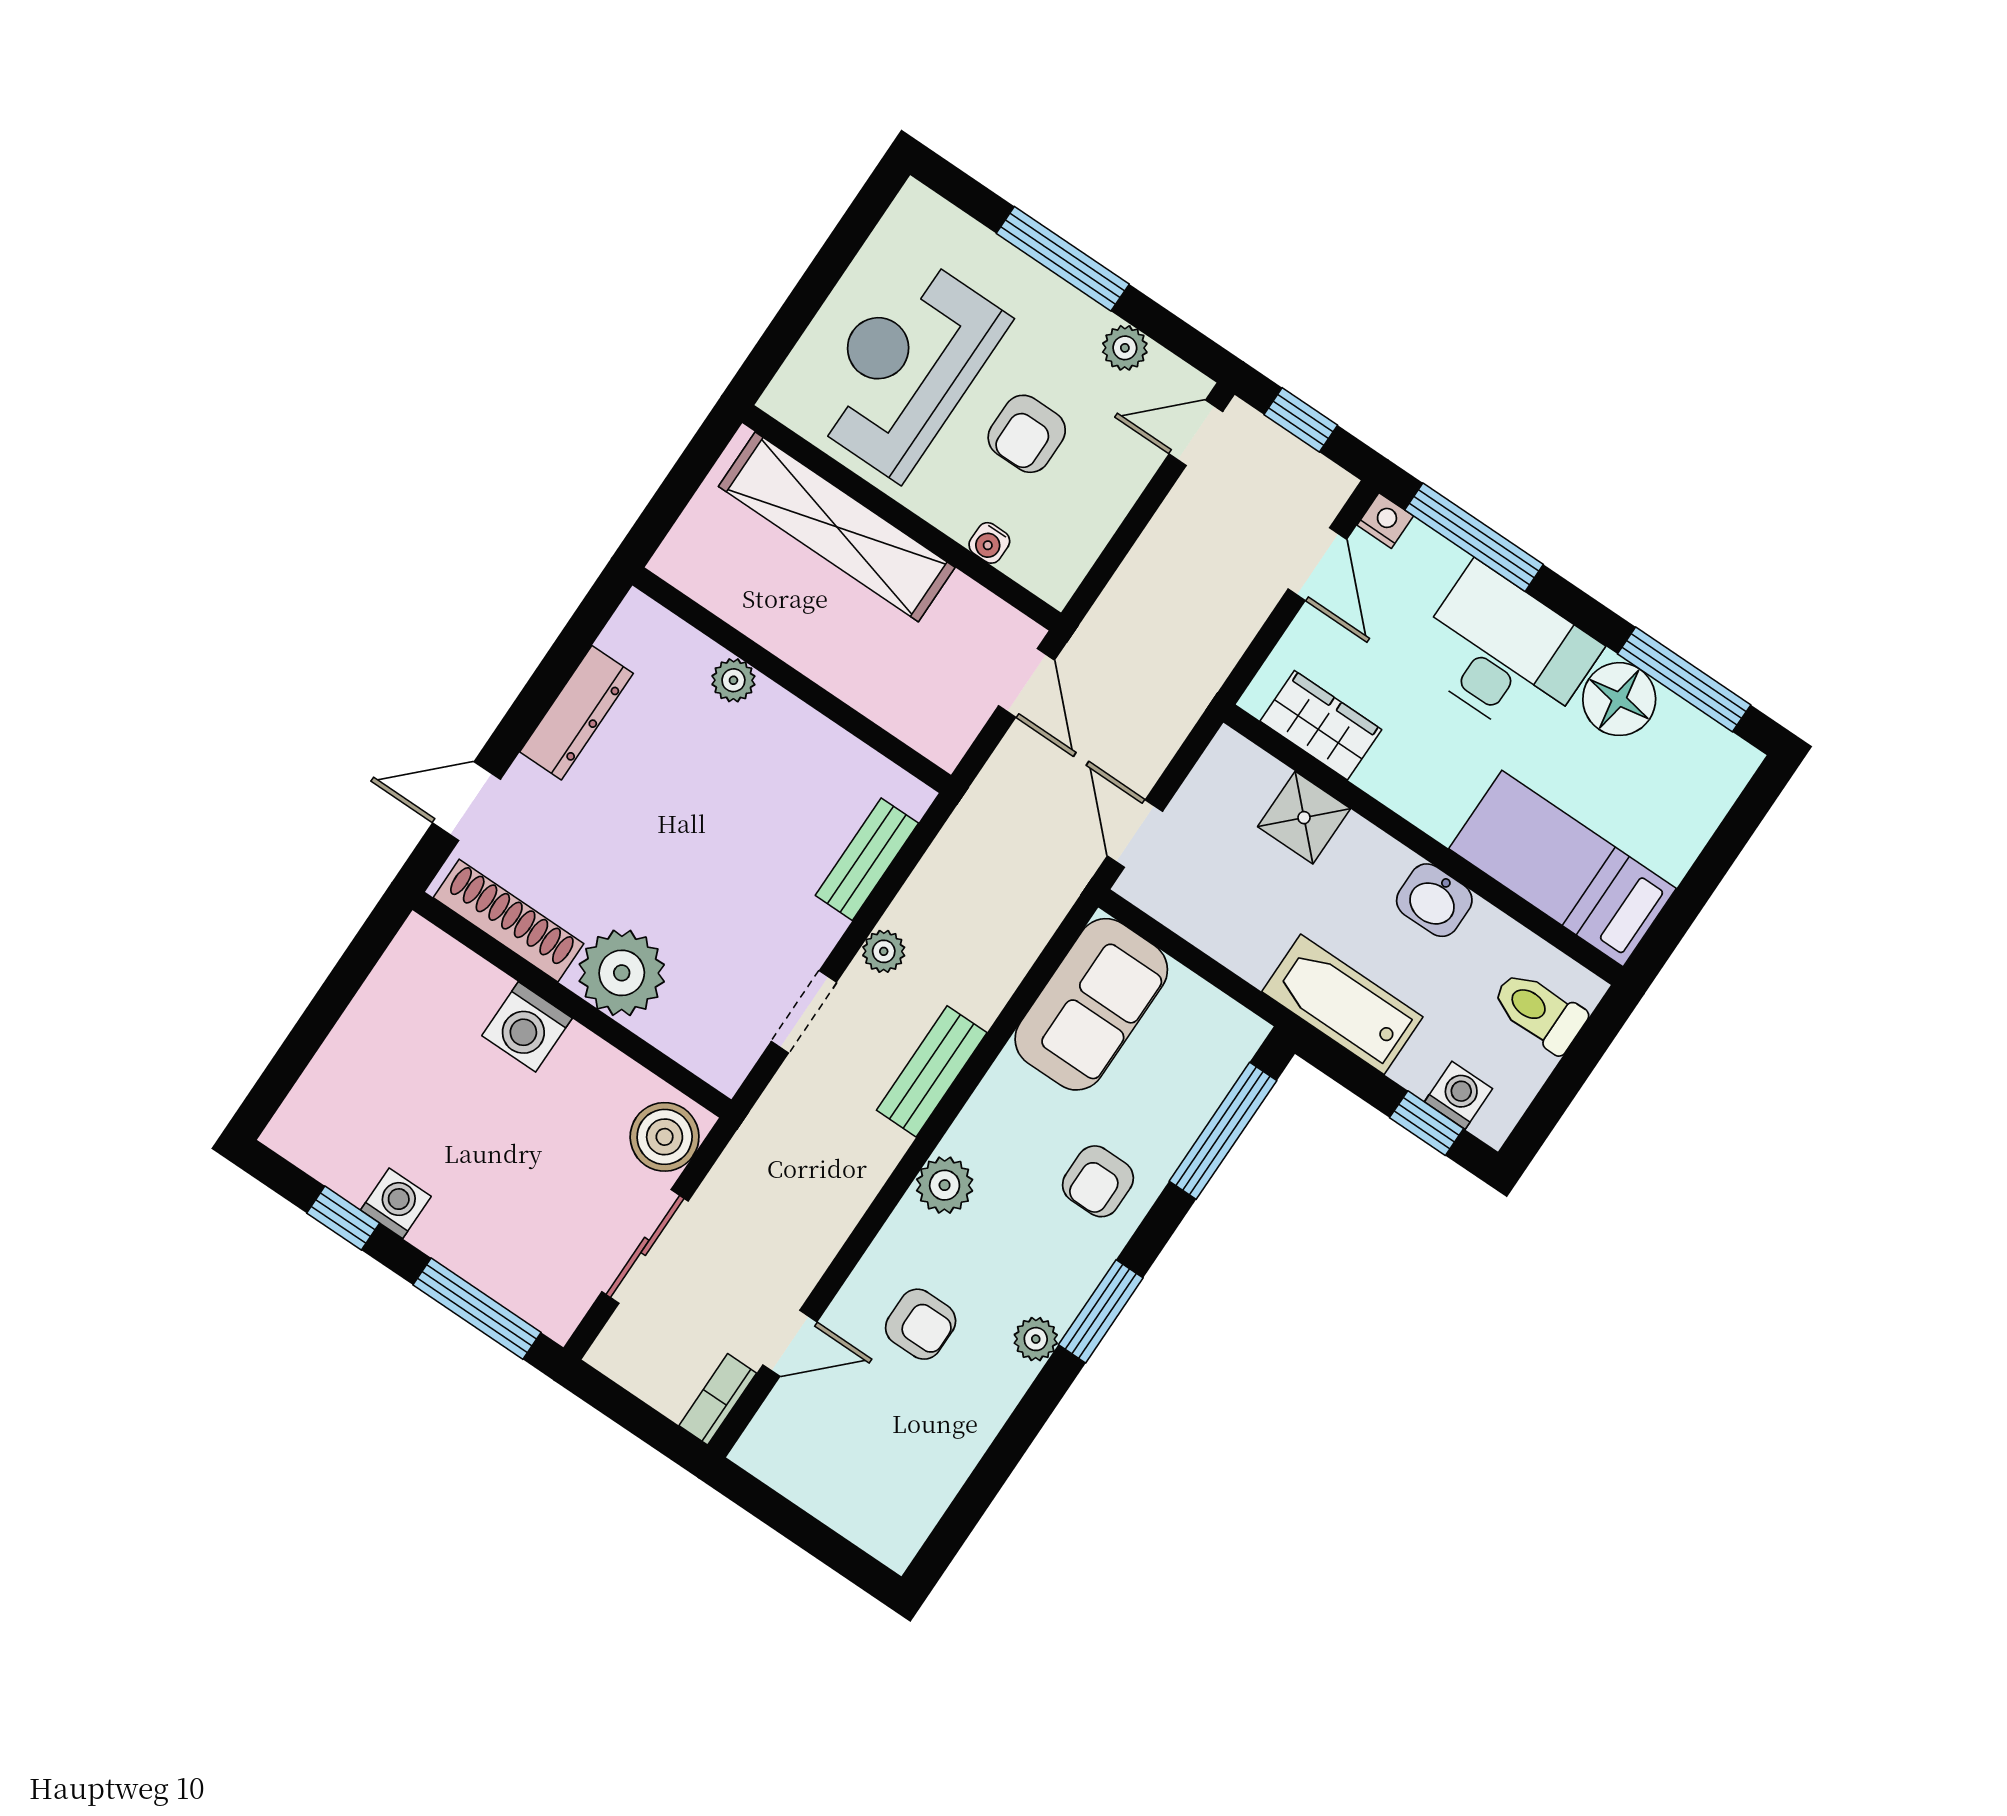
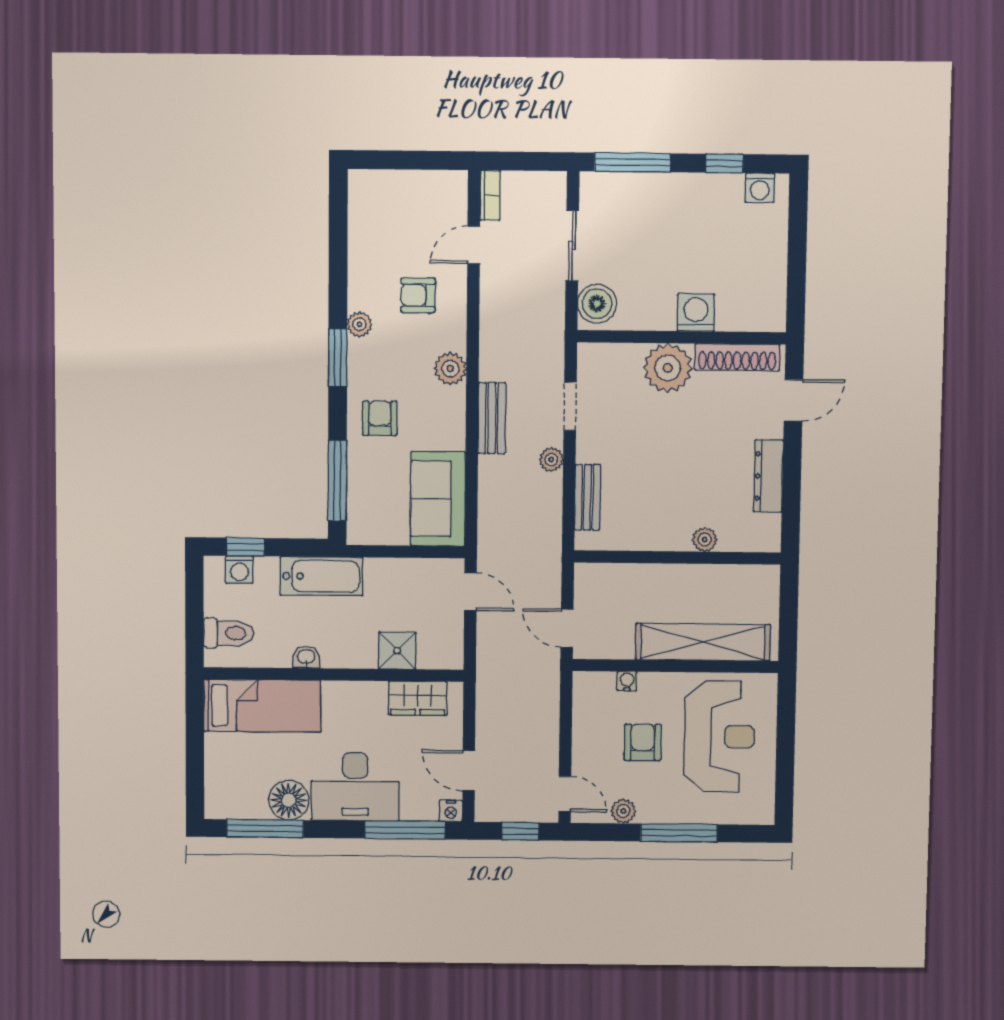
door: (1196, 433) -> (565, 794), hinge flipped
washbasin: (1434, 900) -> (306, 657), width x0.72, depth x0.69
washing machine: (396, 1203) -> (760, 188), moved

